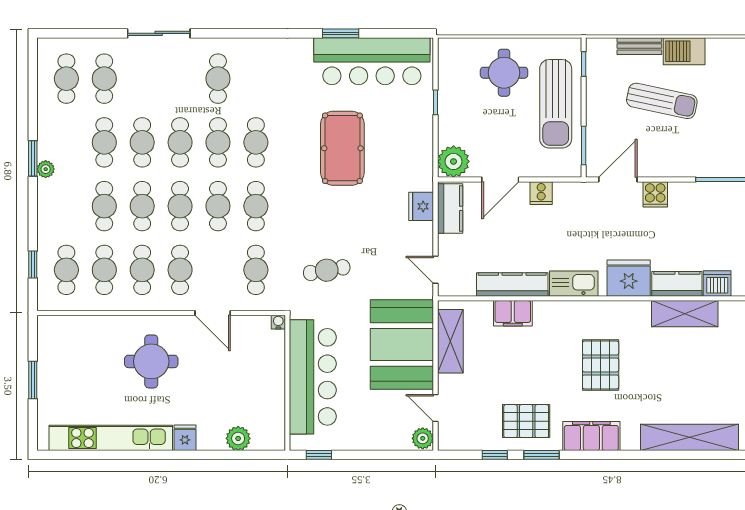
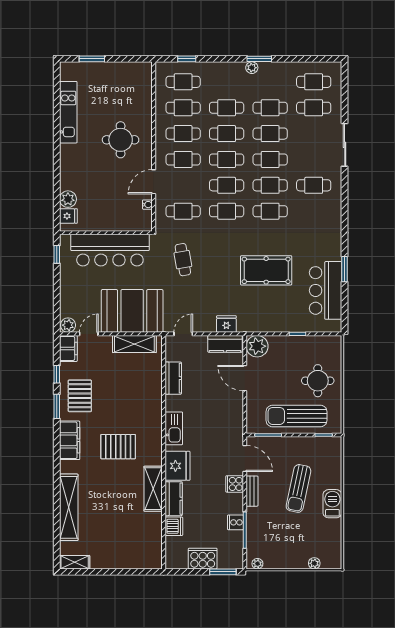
bench: (639, 46) -> (252, 491), moved
bar counter: (372, 61) -> (326, 290), width x0.73
cooker: (541, 193) -> (235, 522), moved
kitchen counter: (512, 284) -> (173, 378), width x0.67
filing cabinet: (513, 313) -> (68, 348), moved, turned 180
shelving: (685, 314) -> (153, 489), moved
water cooler: (278, 322) -> (147, 205), moved
window: (33, 380) -> (92, 59), moved
kitchen unit: (111, 438) -> (68, 112), width x0.73
fridge: (185, 438) -> (68, 216), moved

